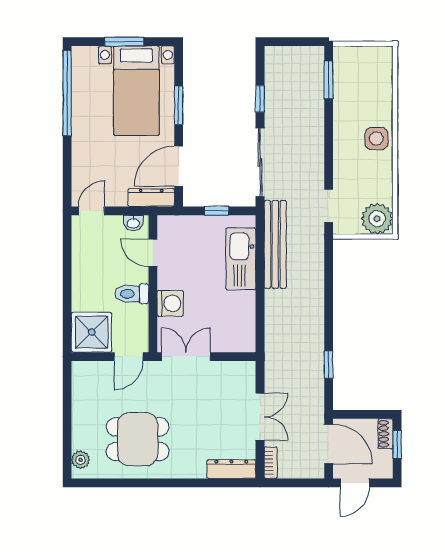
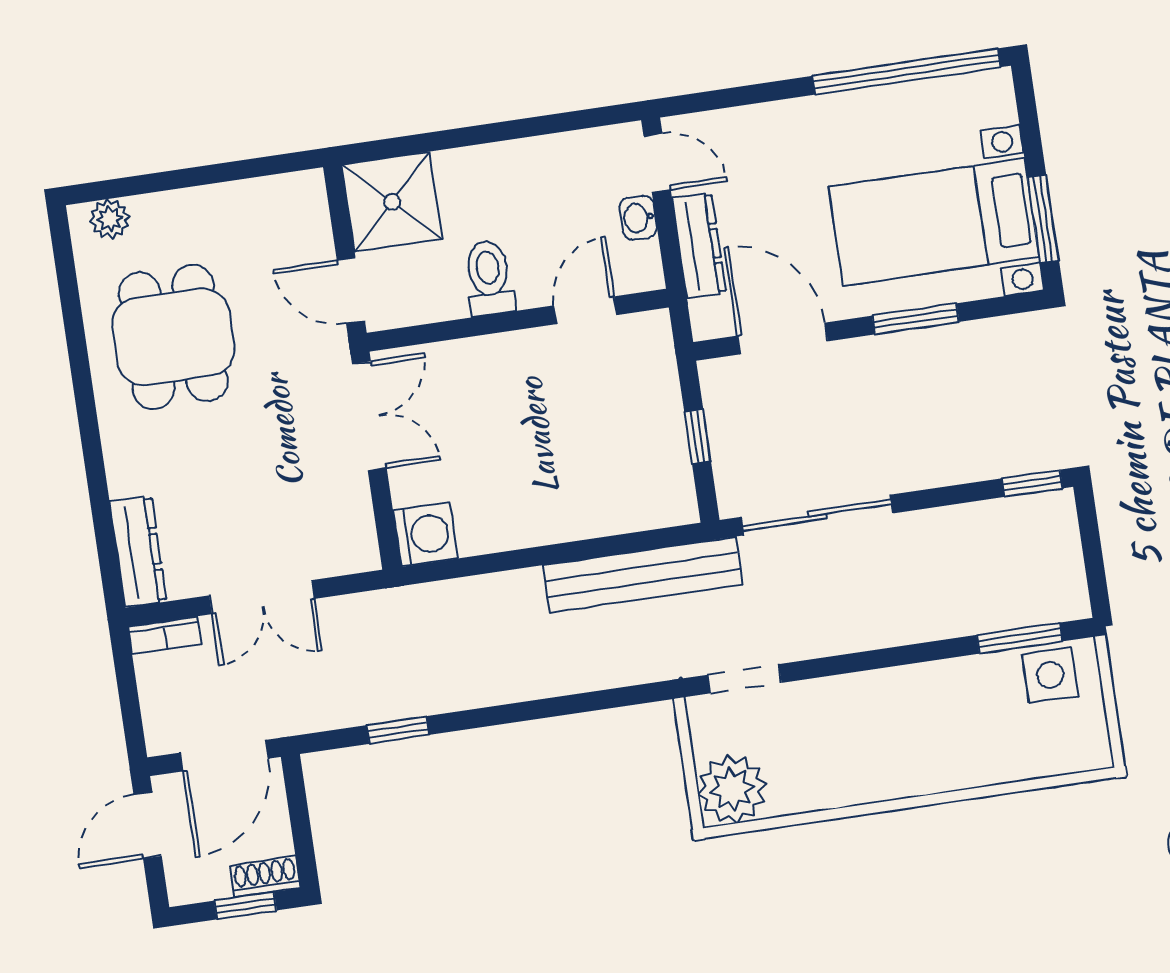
window: (124, 42) -> (1043, 219), moved
window: (260, 99) -> (1032, 483), moved
side table: (376, 139) -> (1050, 675), moved
dresser: (151, 198) -> (699, 246), moved
washbasin: (133, 223) -> (638, 218), moved
kitchen sink: (241, 259) -> (600, 504), removed
washing machine: (170, 303) -> (425, 534), moved, turned -90
door: (355, 483) -> (148, 825), hinge flipped

